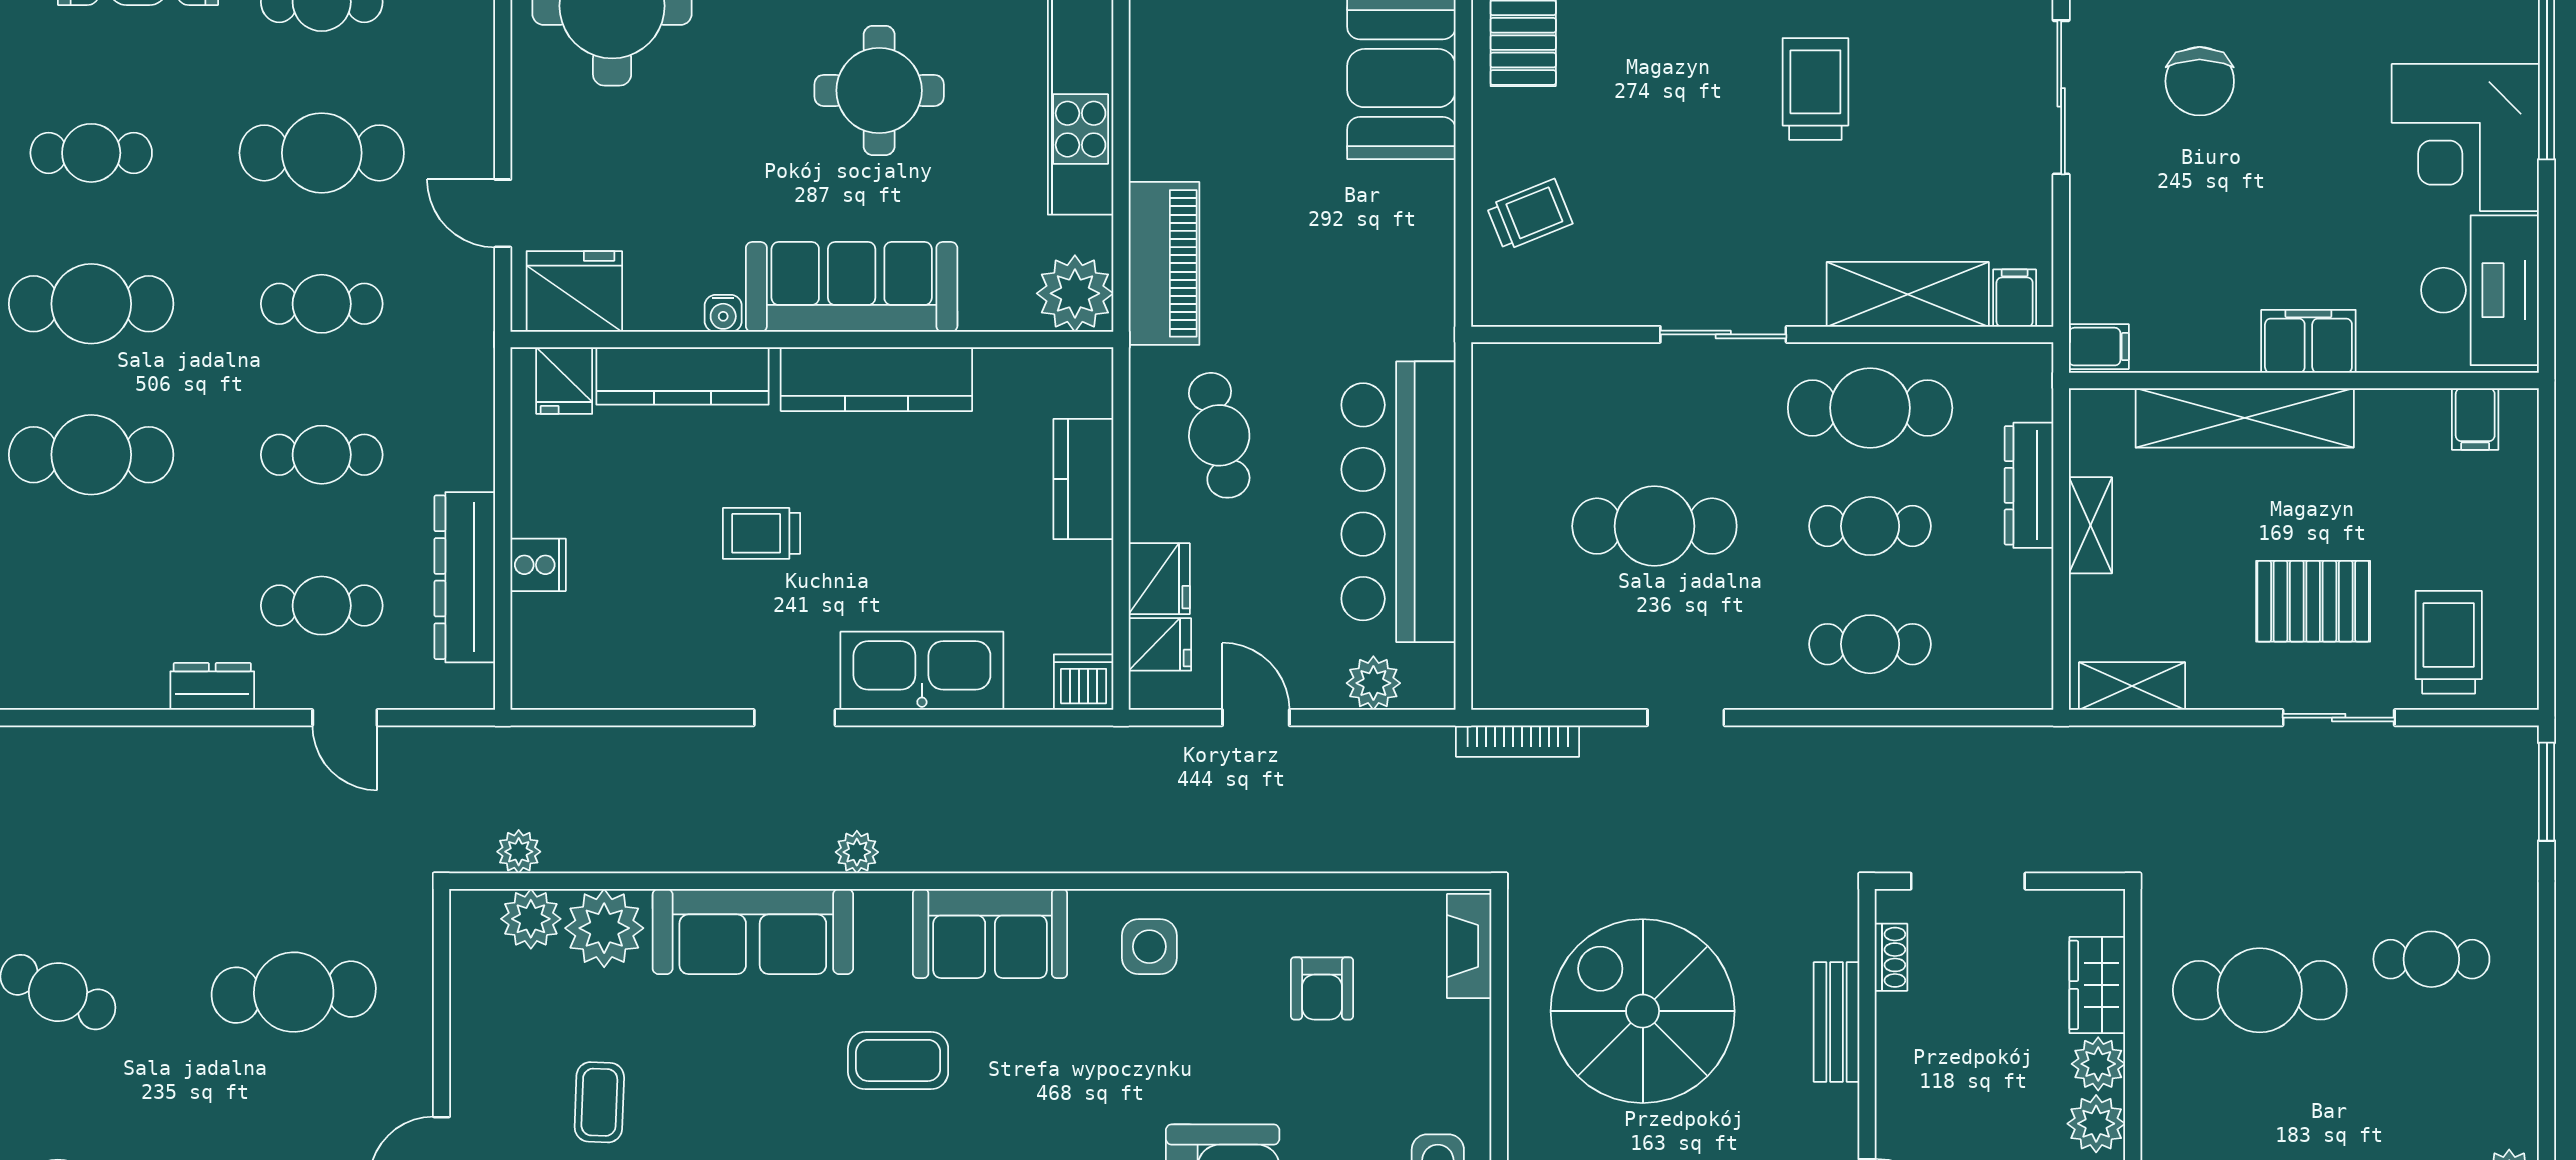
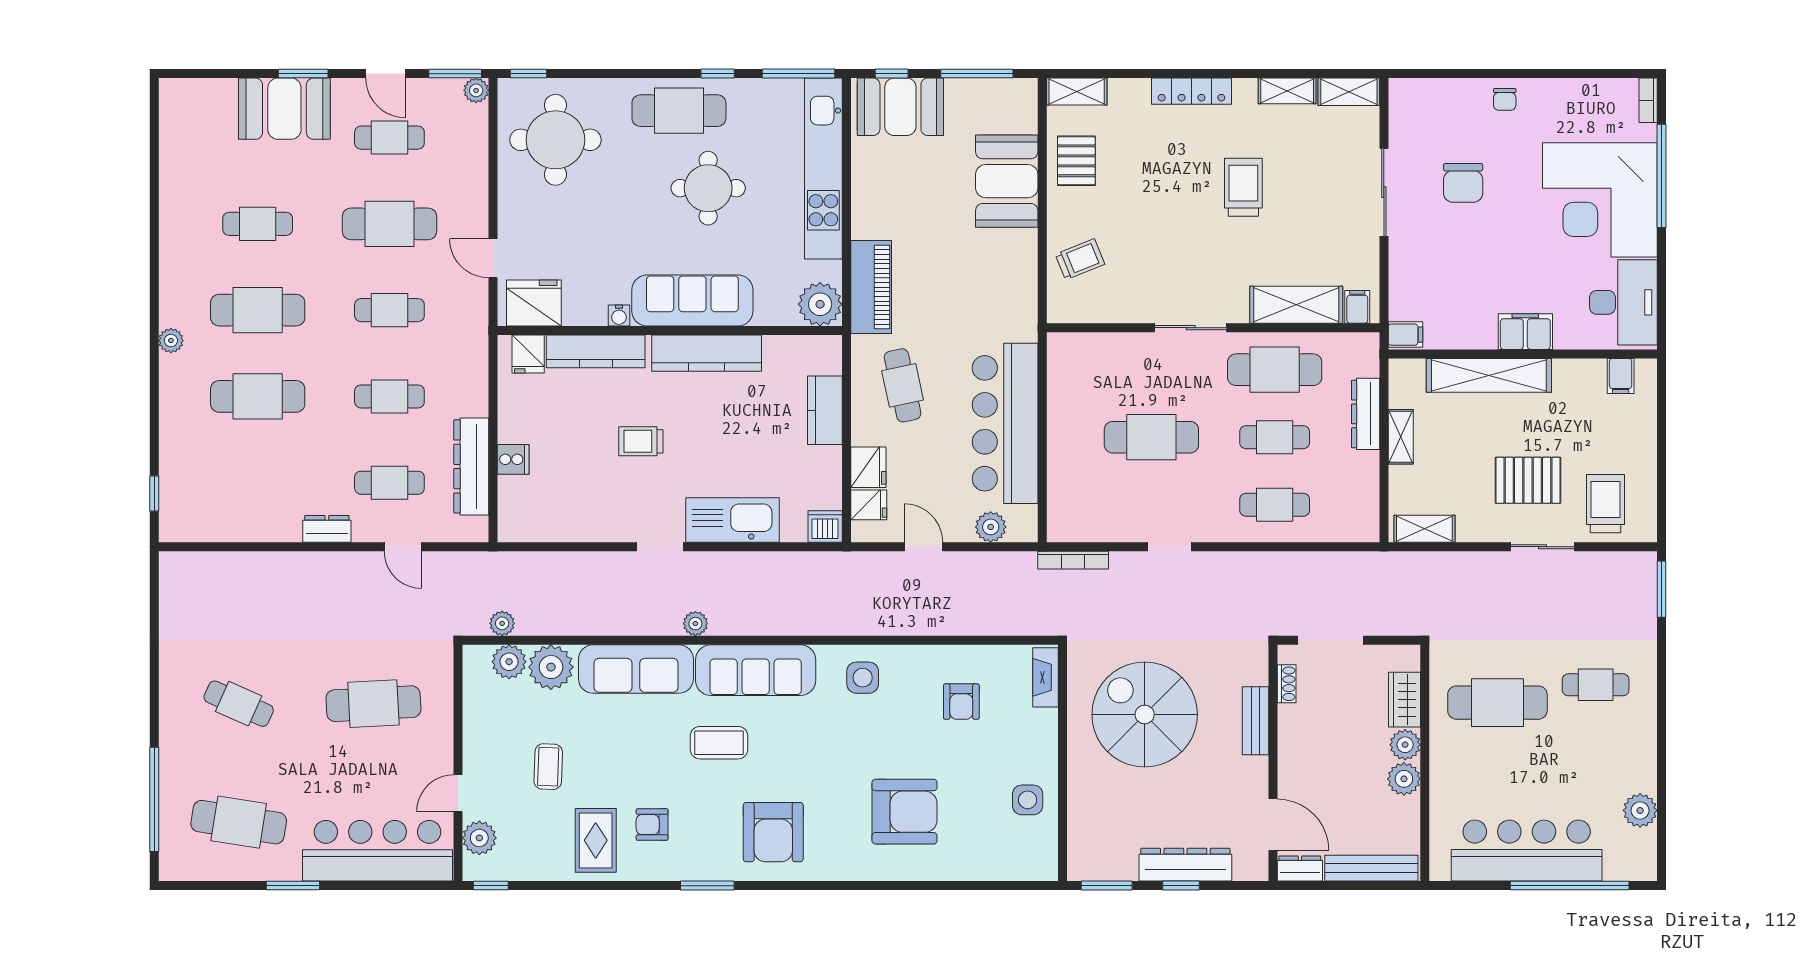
corner desk: (2465, 138) -> (1600, 200), width x1.36, depth x1.36
sofa: (990, 933) -> (756, 670), width x1.36

